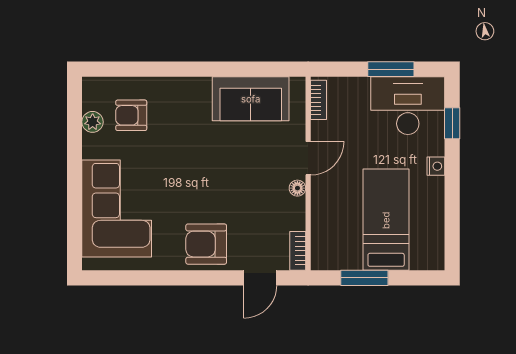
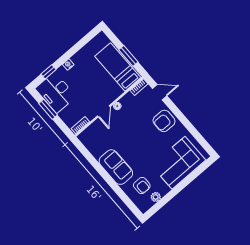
sofa: (251, 99) -> (116, 167), moved
door: (308, 158) -> (104, 111), swing flipped
bed: (386, 220) -> (118, 67), moved, turned 90
armchair: (206, 244) -> (164, 121), turned 90

